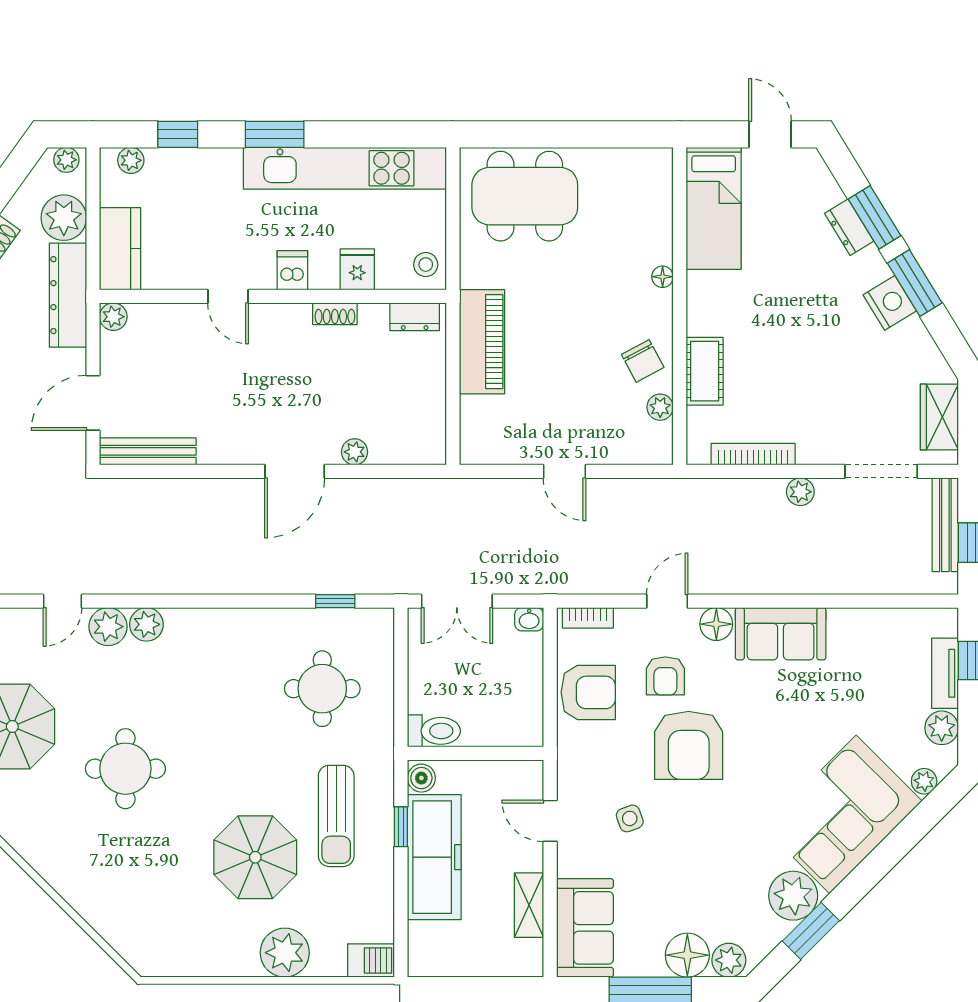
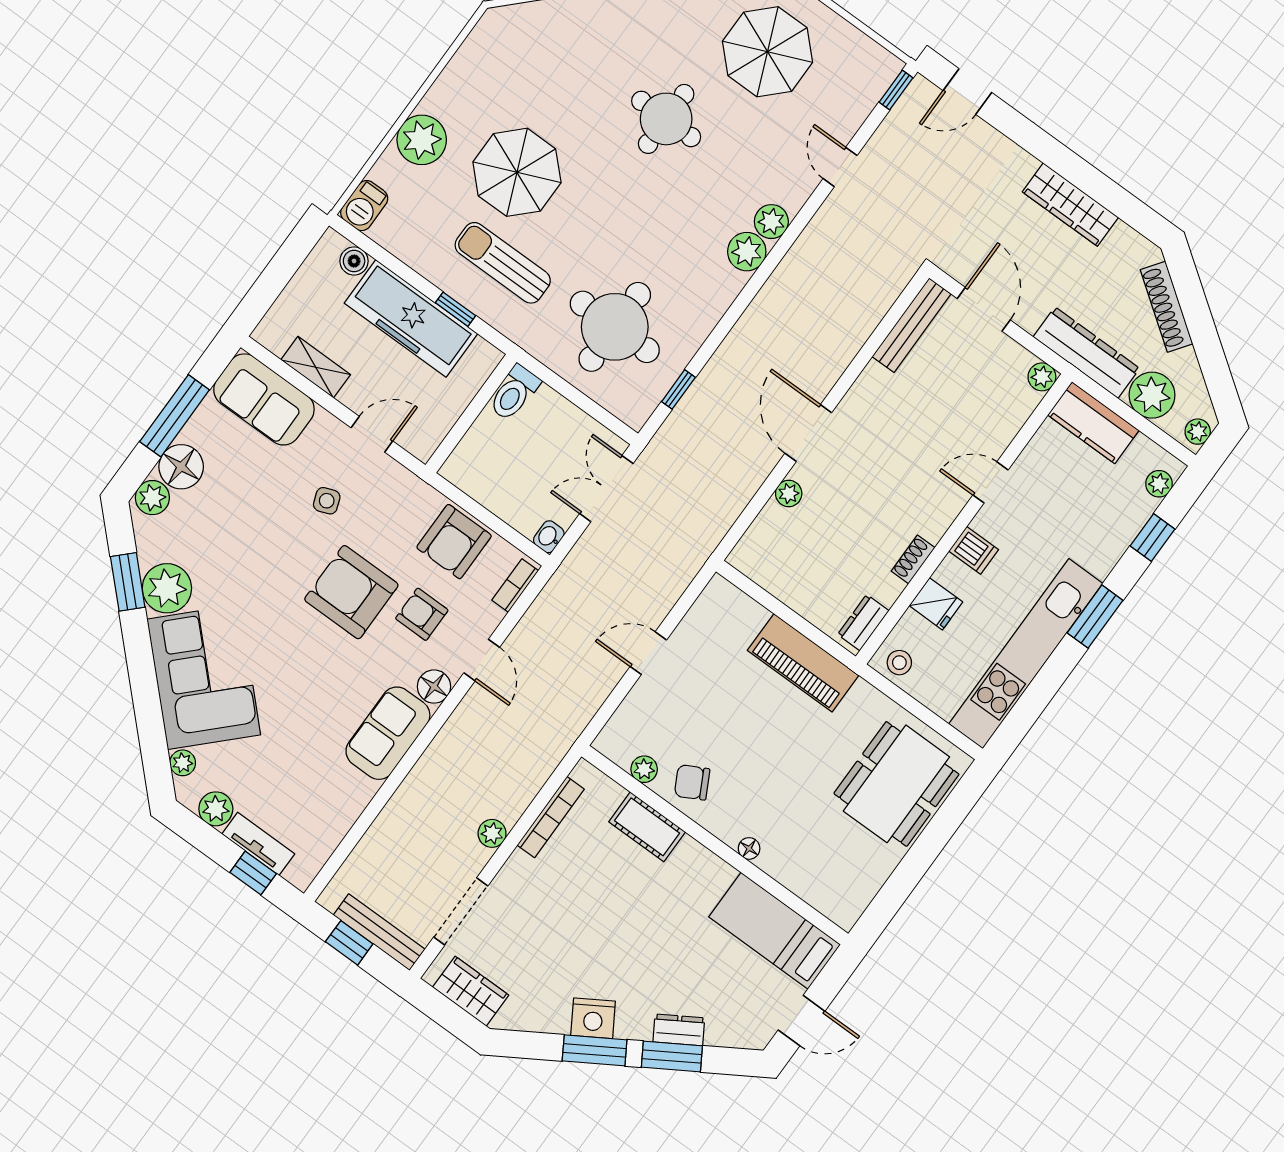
plant: (108, 627) -> (747, 252), moved
round table: (322, 689) -> (615, 327), width x1.36, depth x1.36
boiler: (421, 778) -> (354, 261), moved

